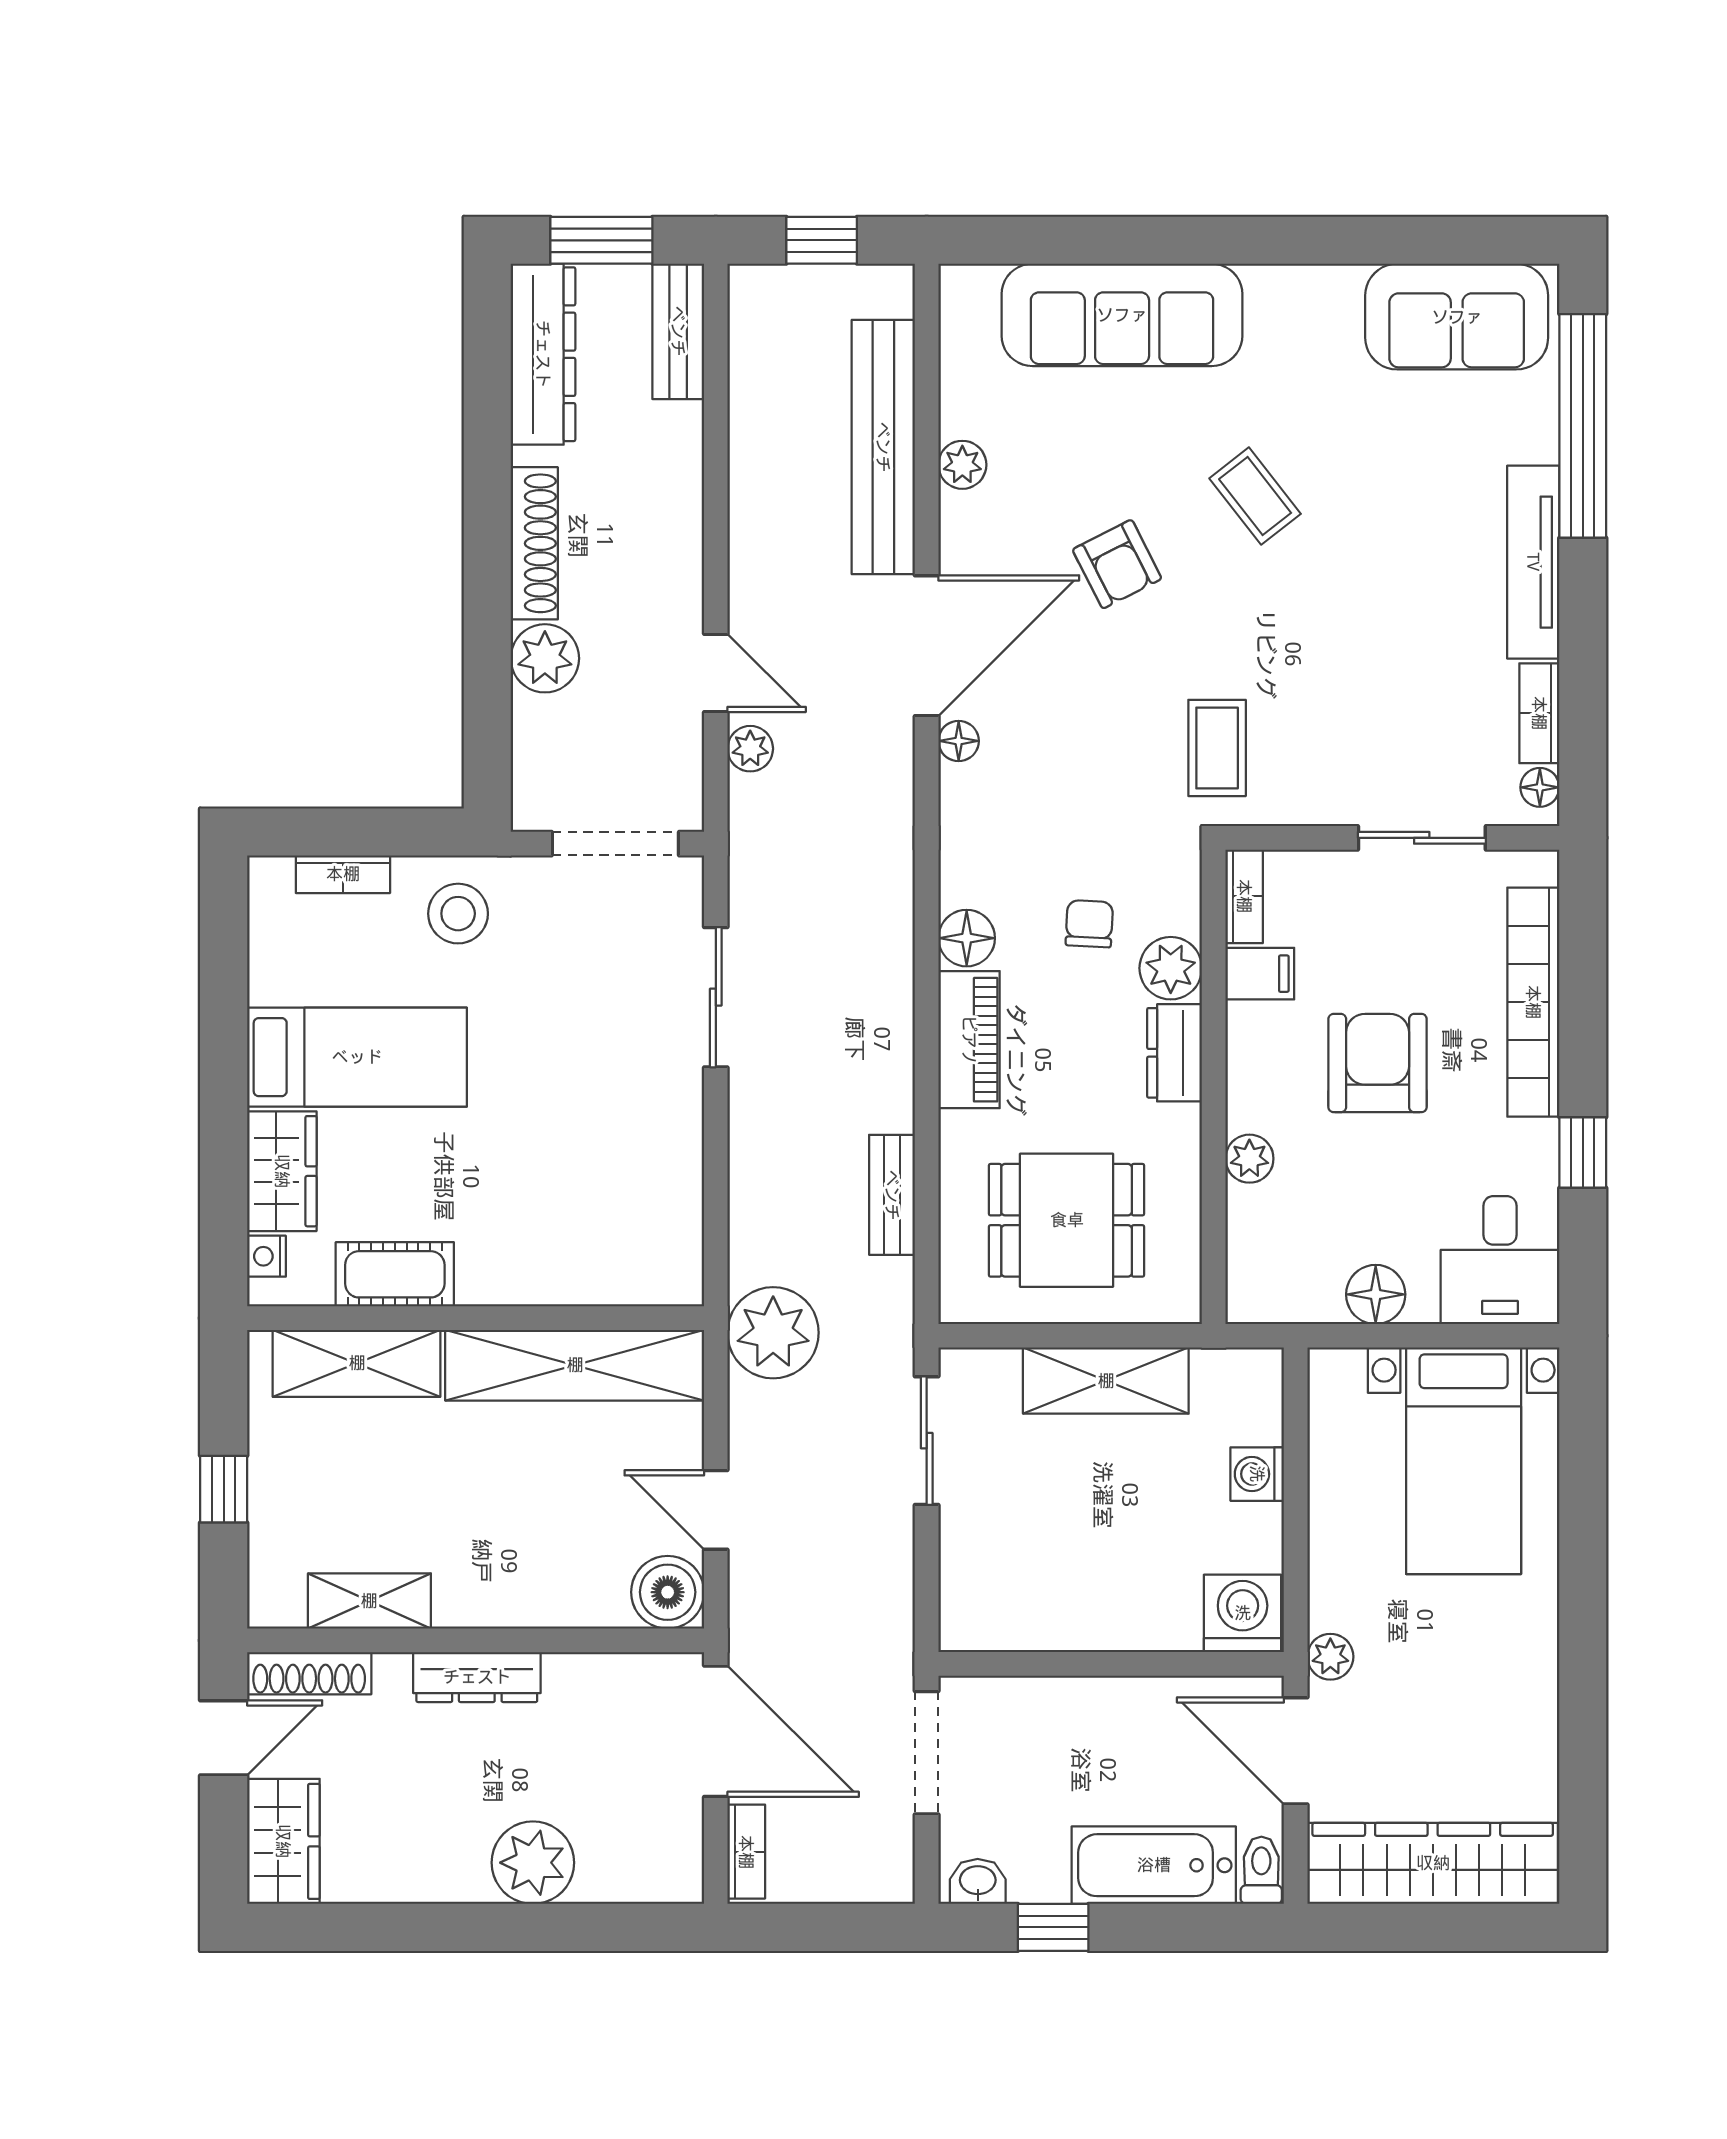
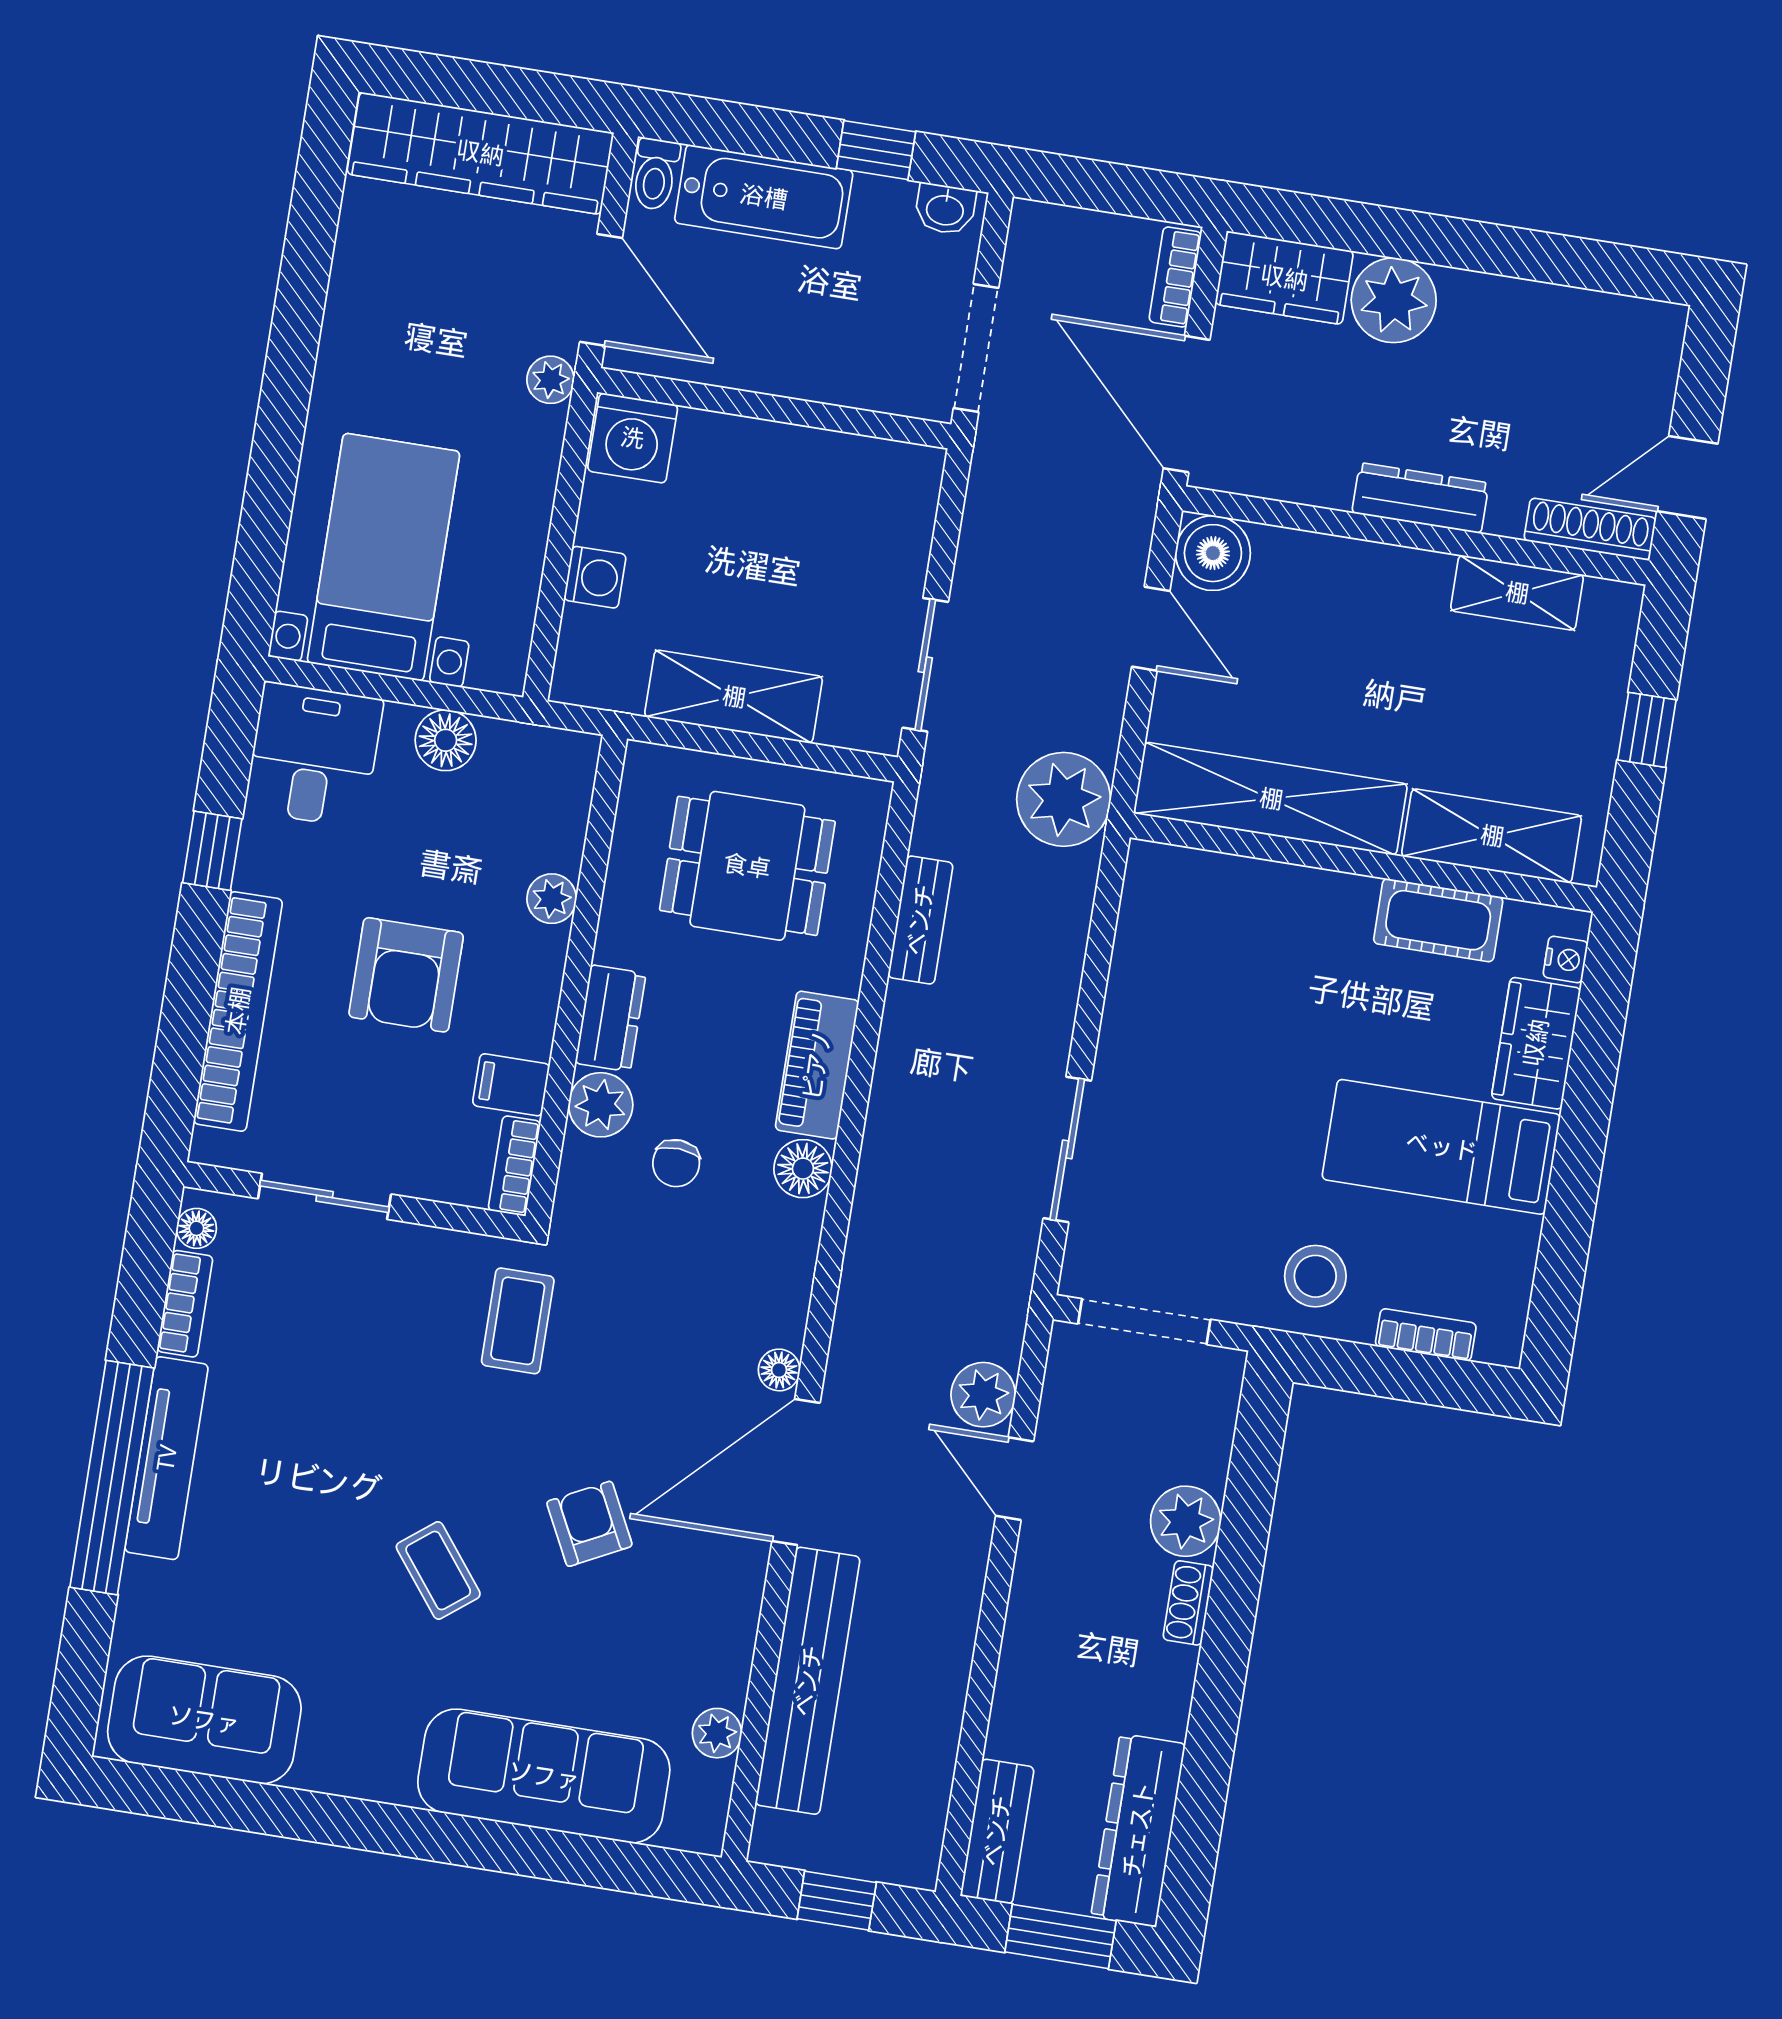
window: (1583, 426) -> (112, 1478), moved
plant: (962, 465) -> (717, 1733), moved
shoe rack: (534, 543) -> (1188, 1603), width x0.51, depth x0.81
plant: (750, 749) -> (983, 1395), width x1.38, depth x1.38
wardrobe: (283, 1841) -> (1284, 278), moved, turned -90

